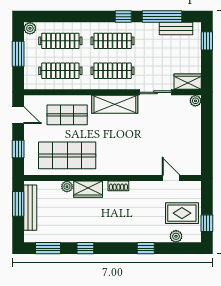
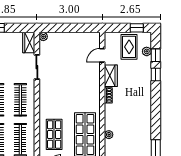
shelving: (115, 104) -> (46, 98), removed
wardrobe: (88, 189) -> (111, 76), moved
window: (85, 248) -> (156, 55), moved

